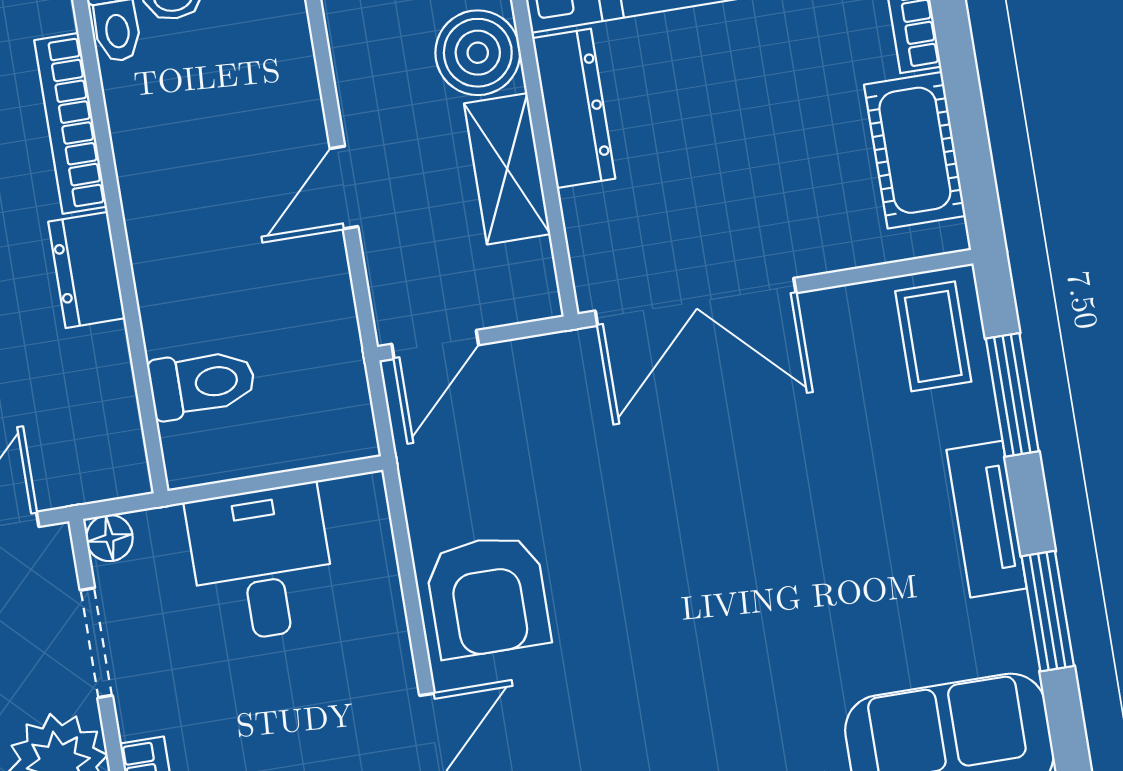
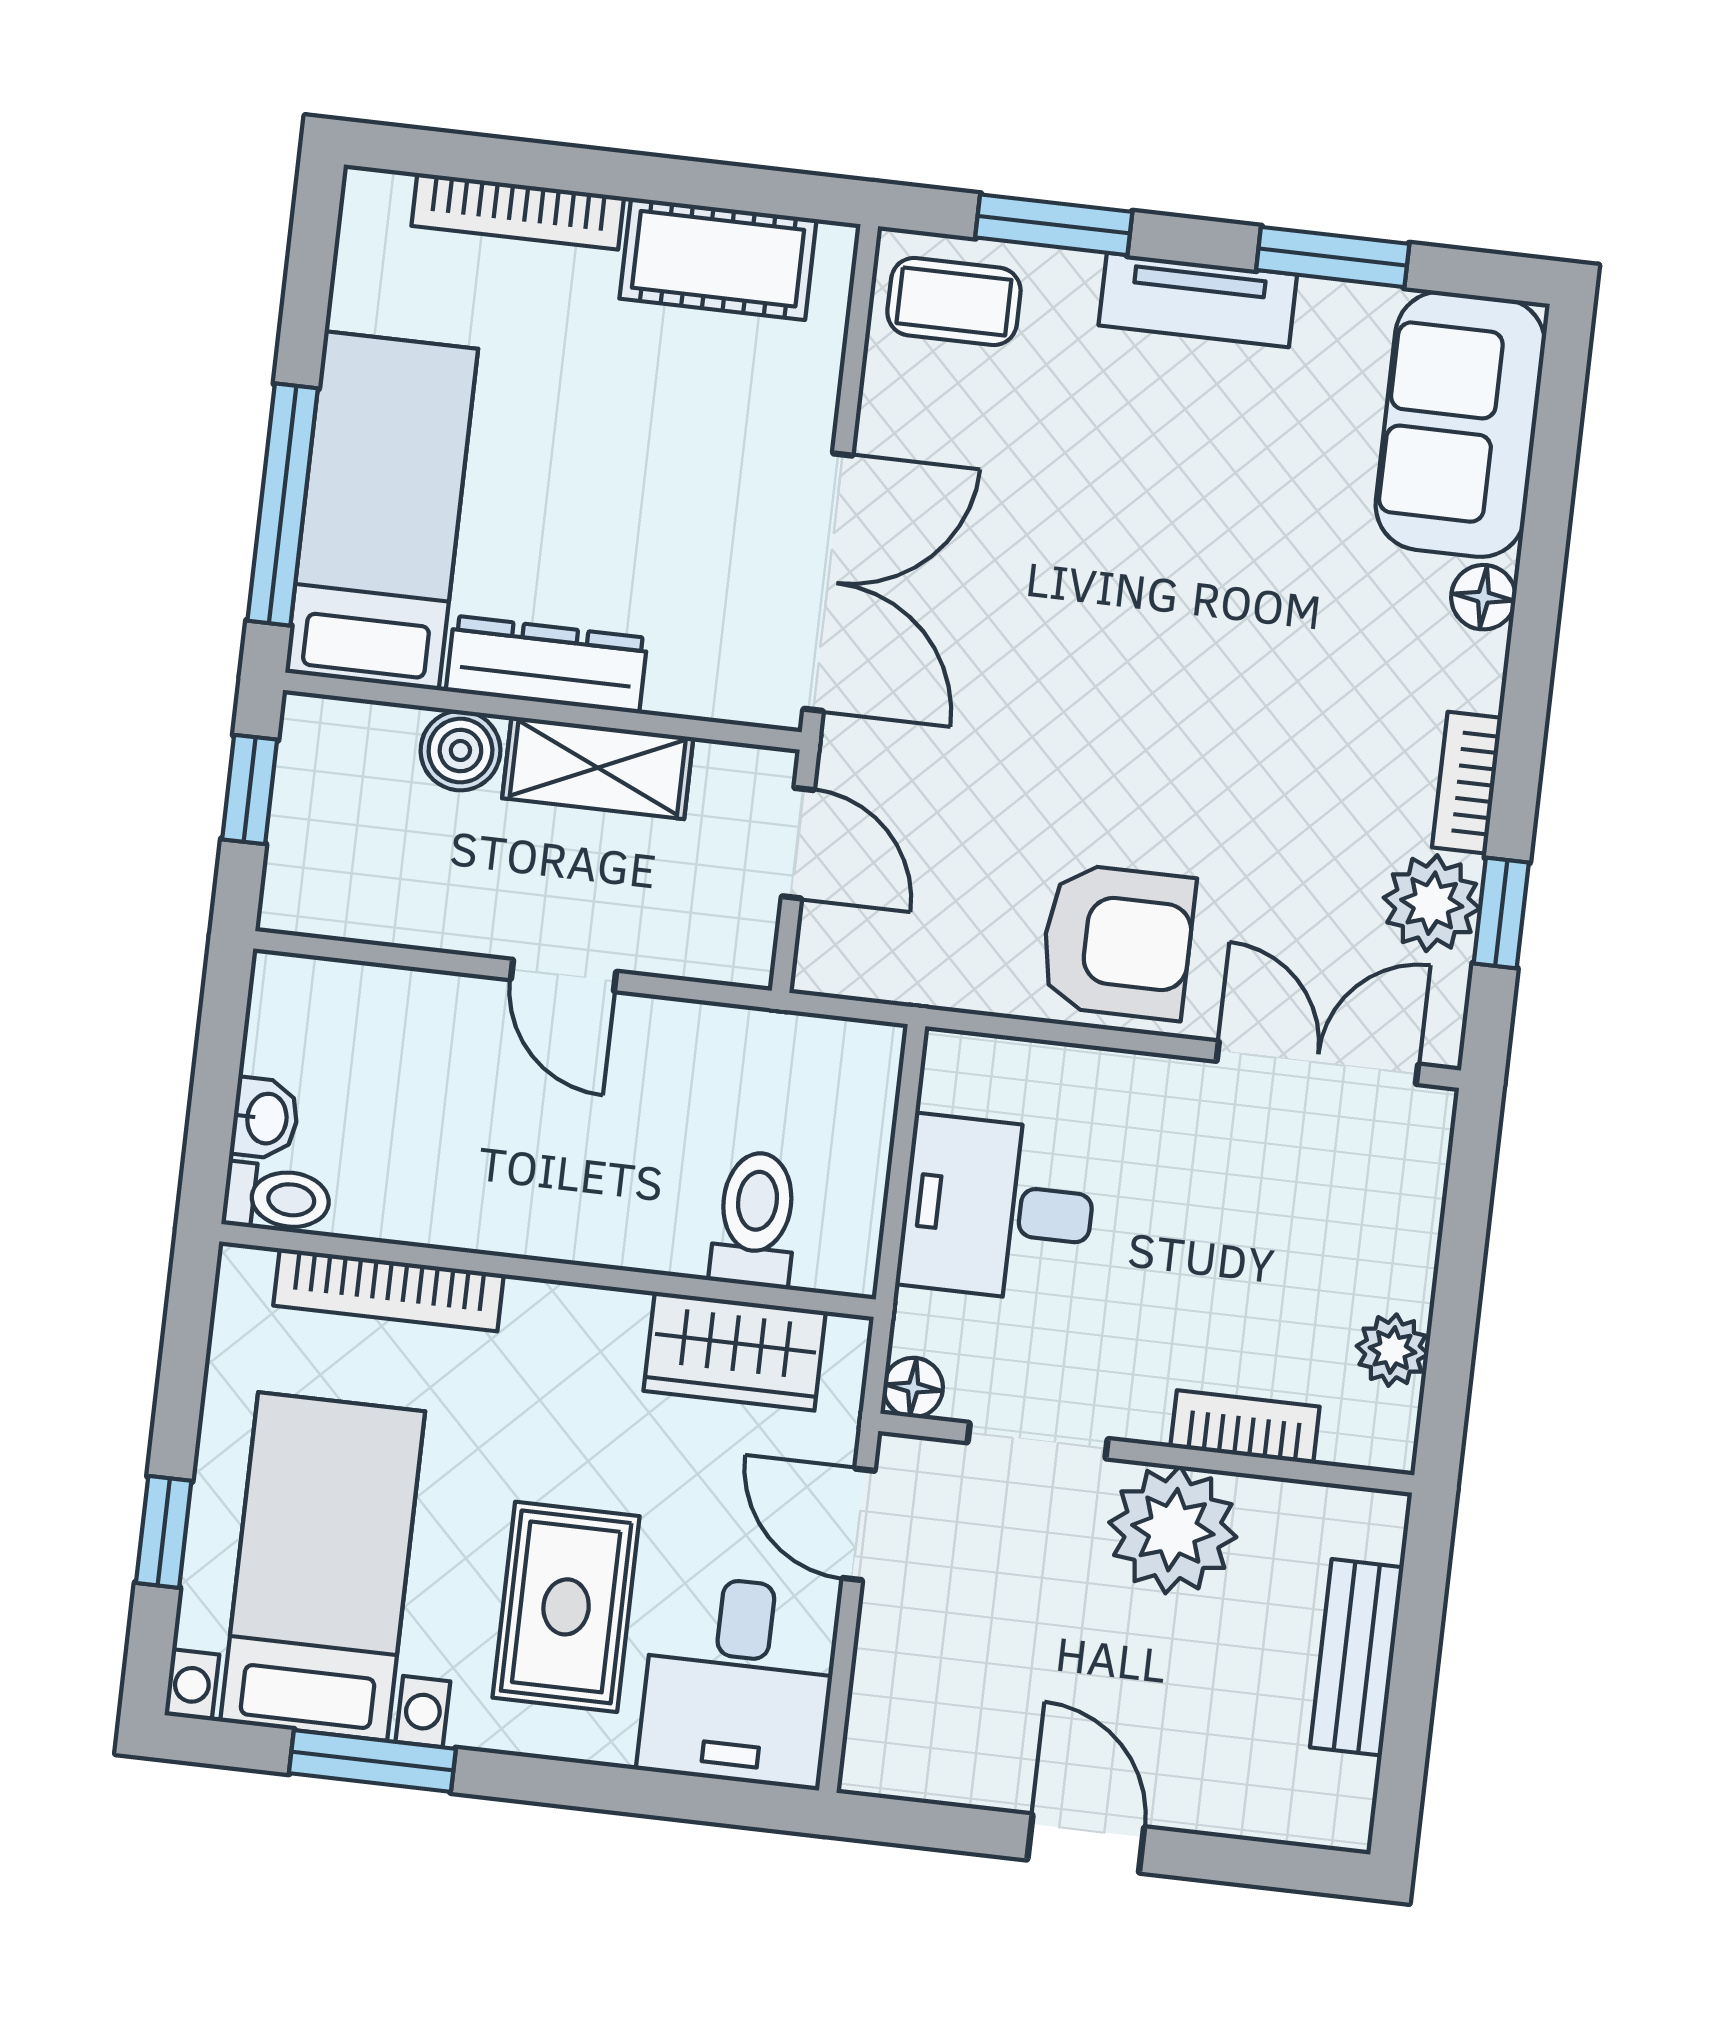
boiler: (478, 53) -> (460, 751), width x0.73, depth x0.73
dresser: (87, 270) -> (575, 1321), removed
door: (435, 345) -> (798, 843), moved
wardrobe: (99, 396) -> (735, 1351), added

